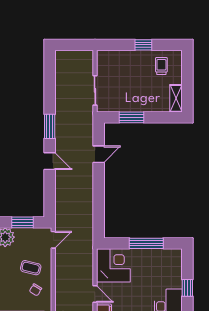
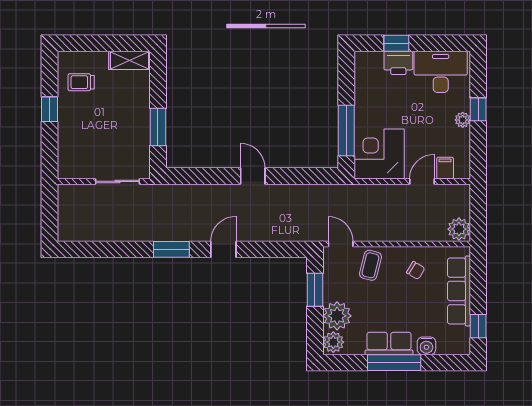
door: (99, 154) -> (253, 176), moved
window: (146, 243) -> (346, 131), moved
coffee table: (31, 268) -> (370, 265), moved
printer: (174, 278) -> (398, 63), added
window: (187, 288) -> (396, 43), moved

